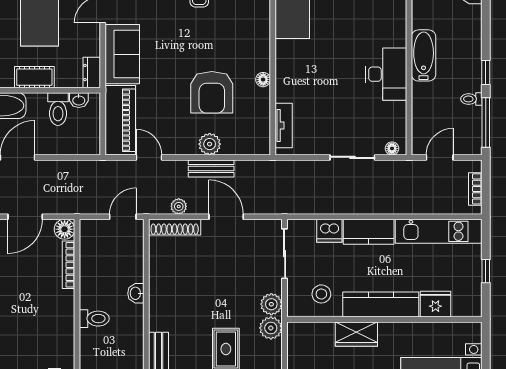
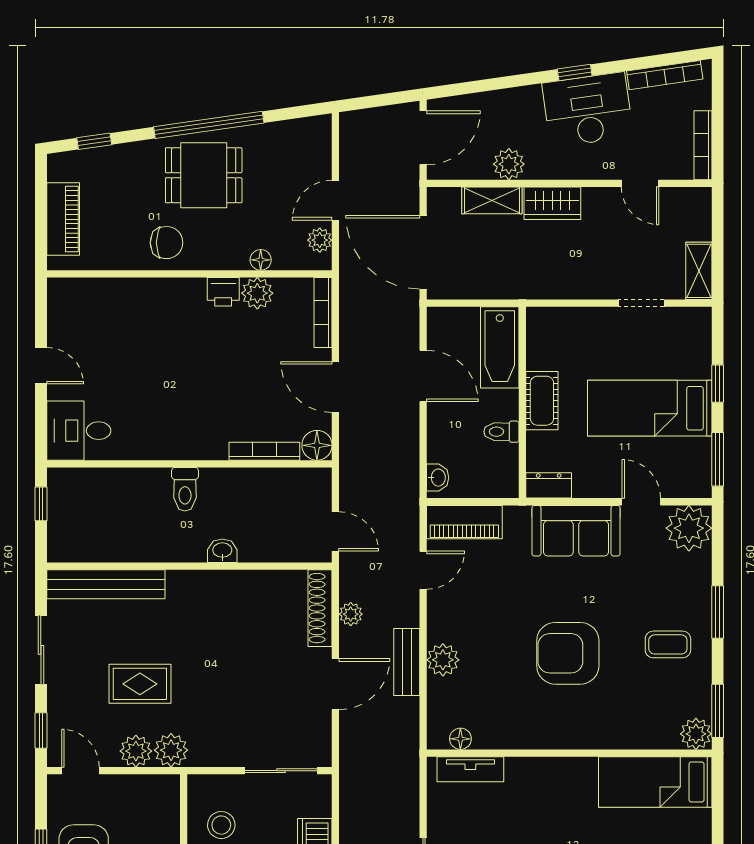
floor lamp: (263, 80) -> (460, 739), moved
armchair: (212, 92) -> (568, 653), moved
washbasin: (79, 100) -> (438, 478), moved, turned 180
toilet: (58, 109) -> (501, 432), width x0.73, depth x0.72
piano: (120, 120) -> (464, 522), width x0.73, depth x0.75
plant: (271, 304) -> (136, 751), moved

